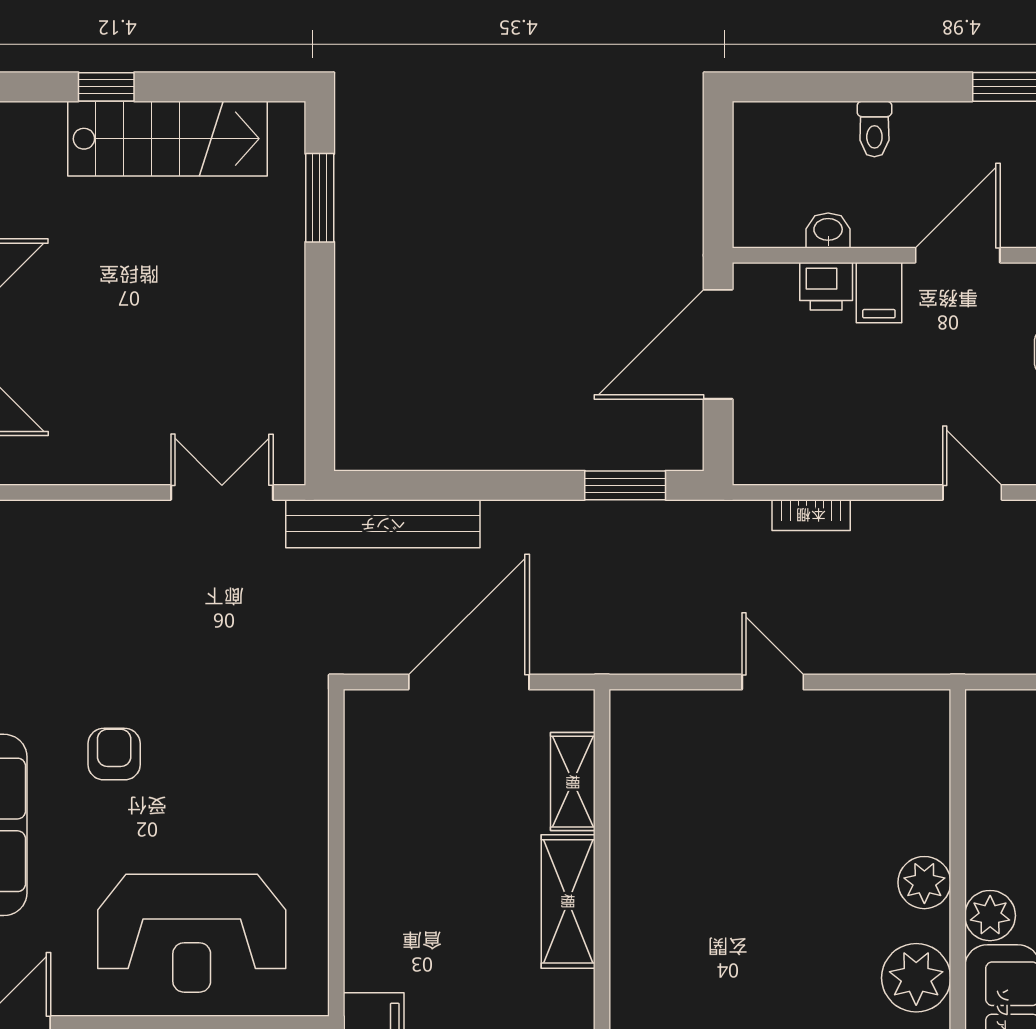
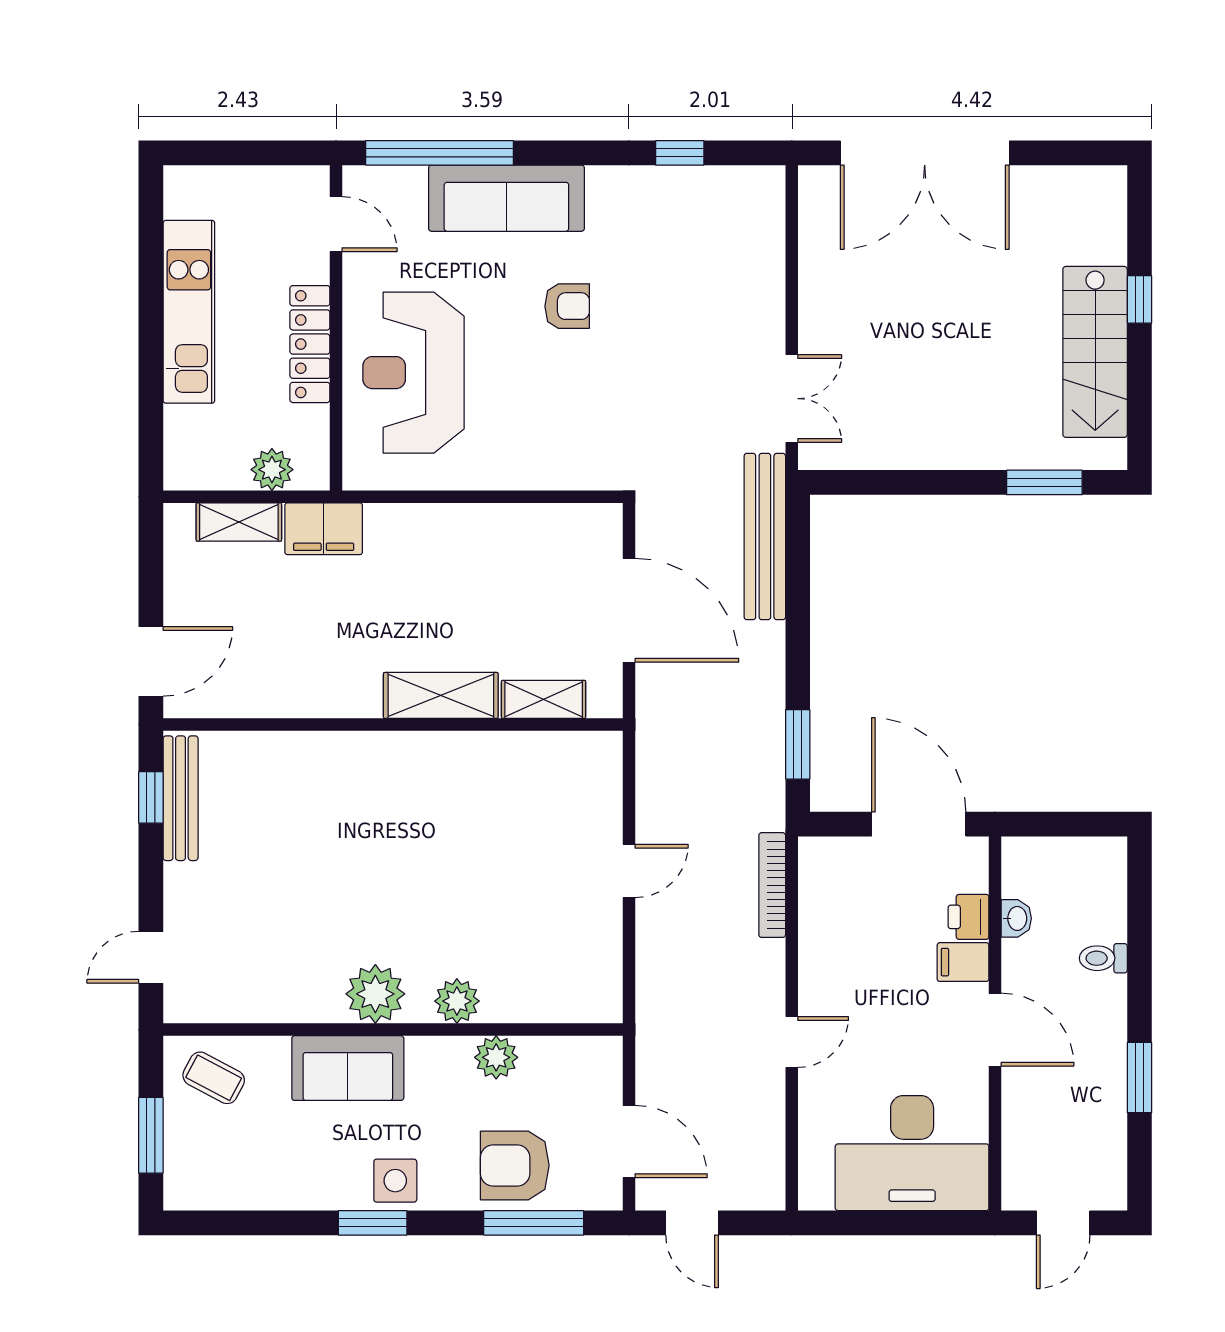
bookcase: (811, 515) -> (772, 885), width x1.56
plant: (990, 916) -> (496, 1057), moved

